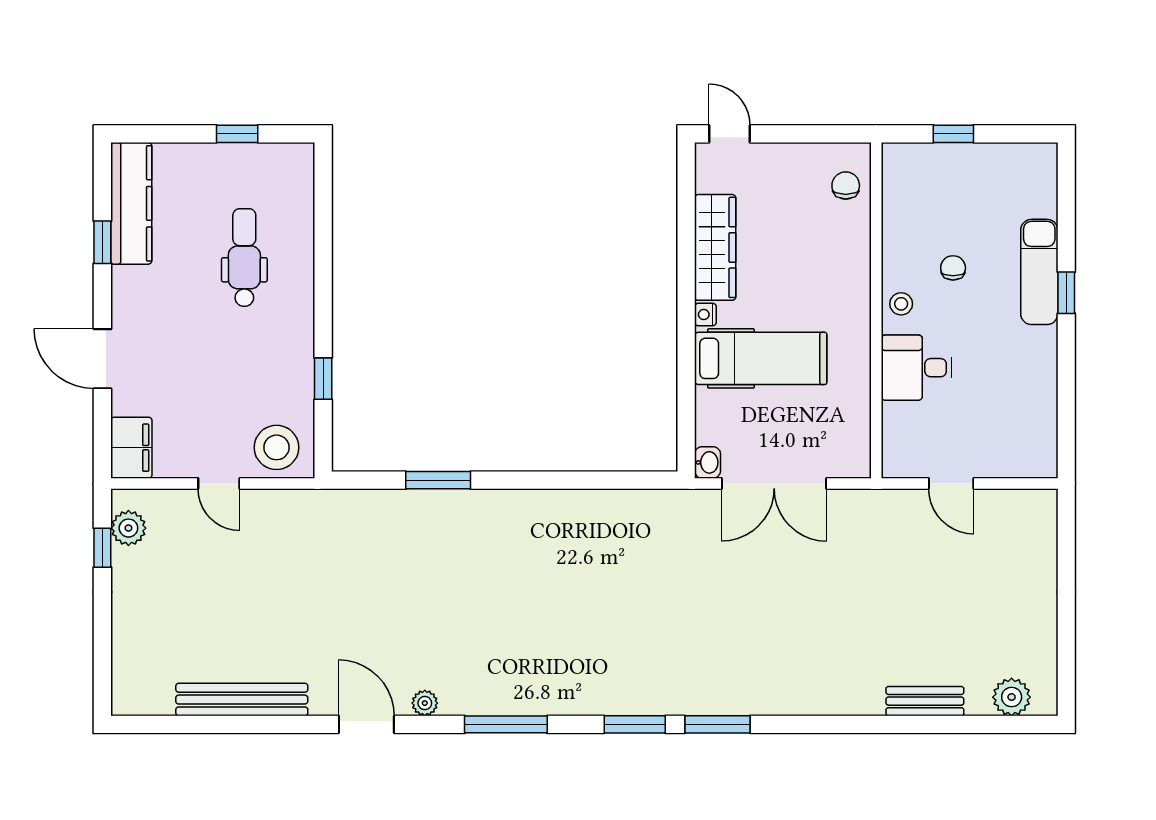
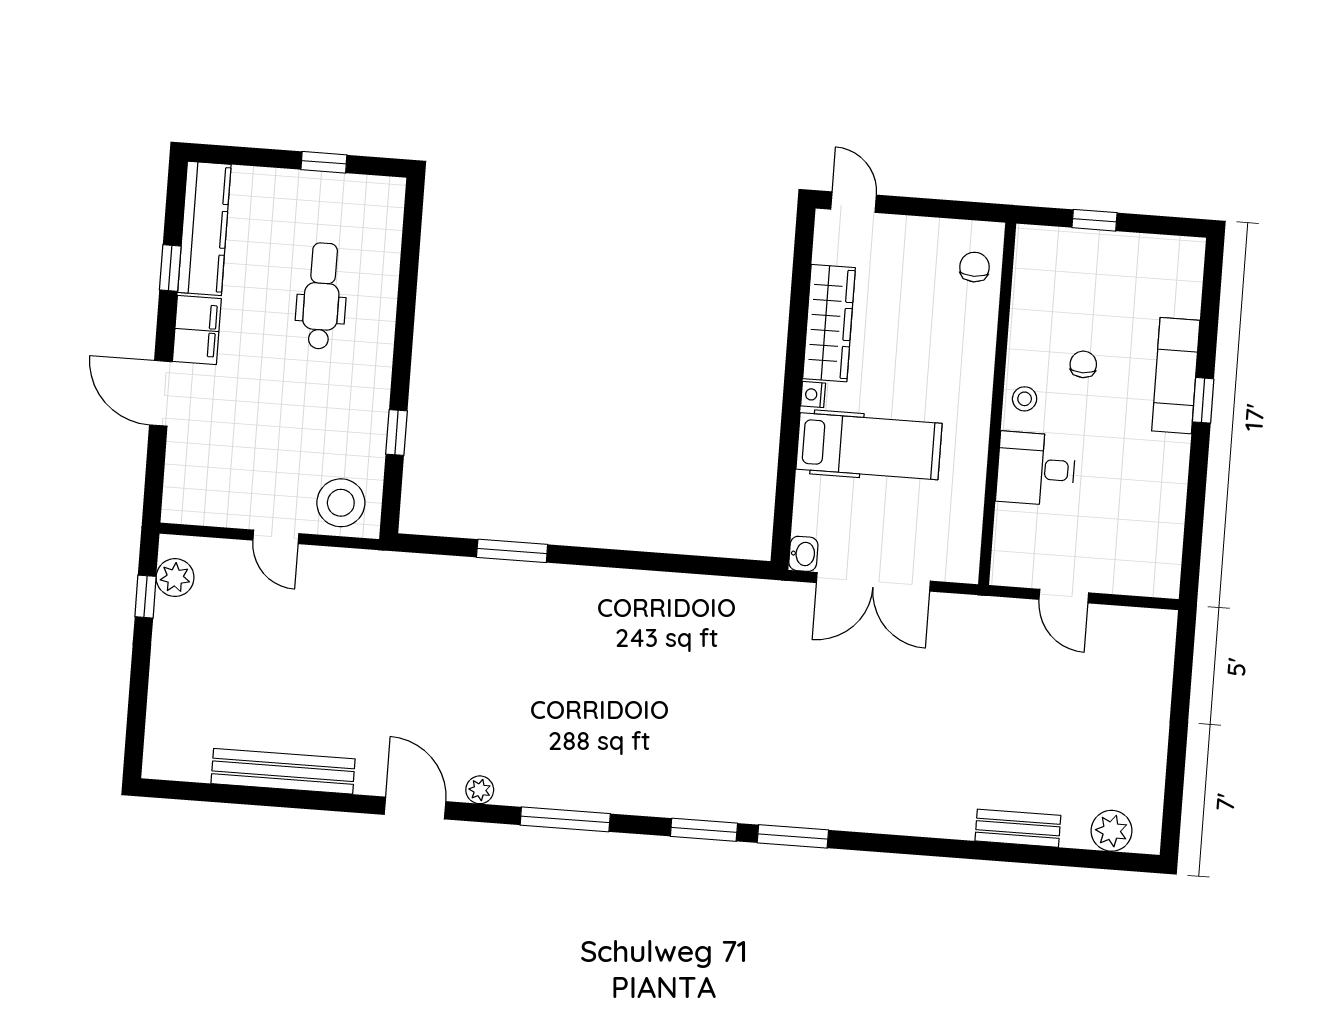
filing cabinet: (131, 448) -> (197, 330), moved

